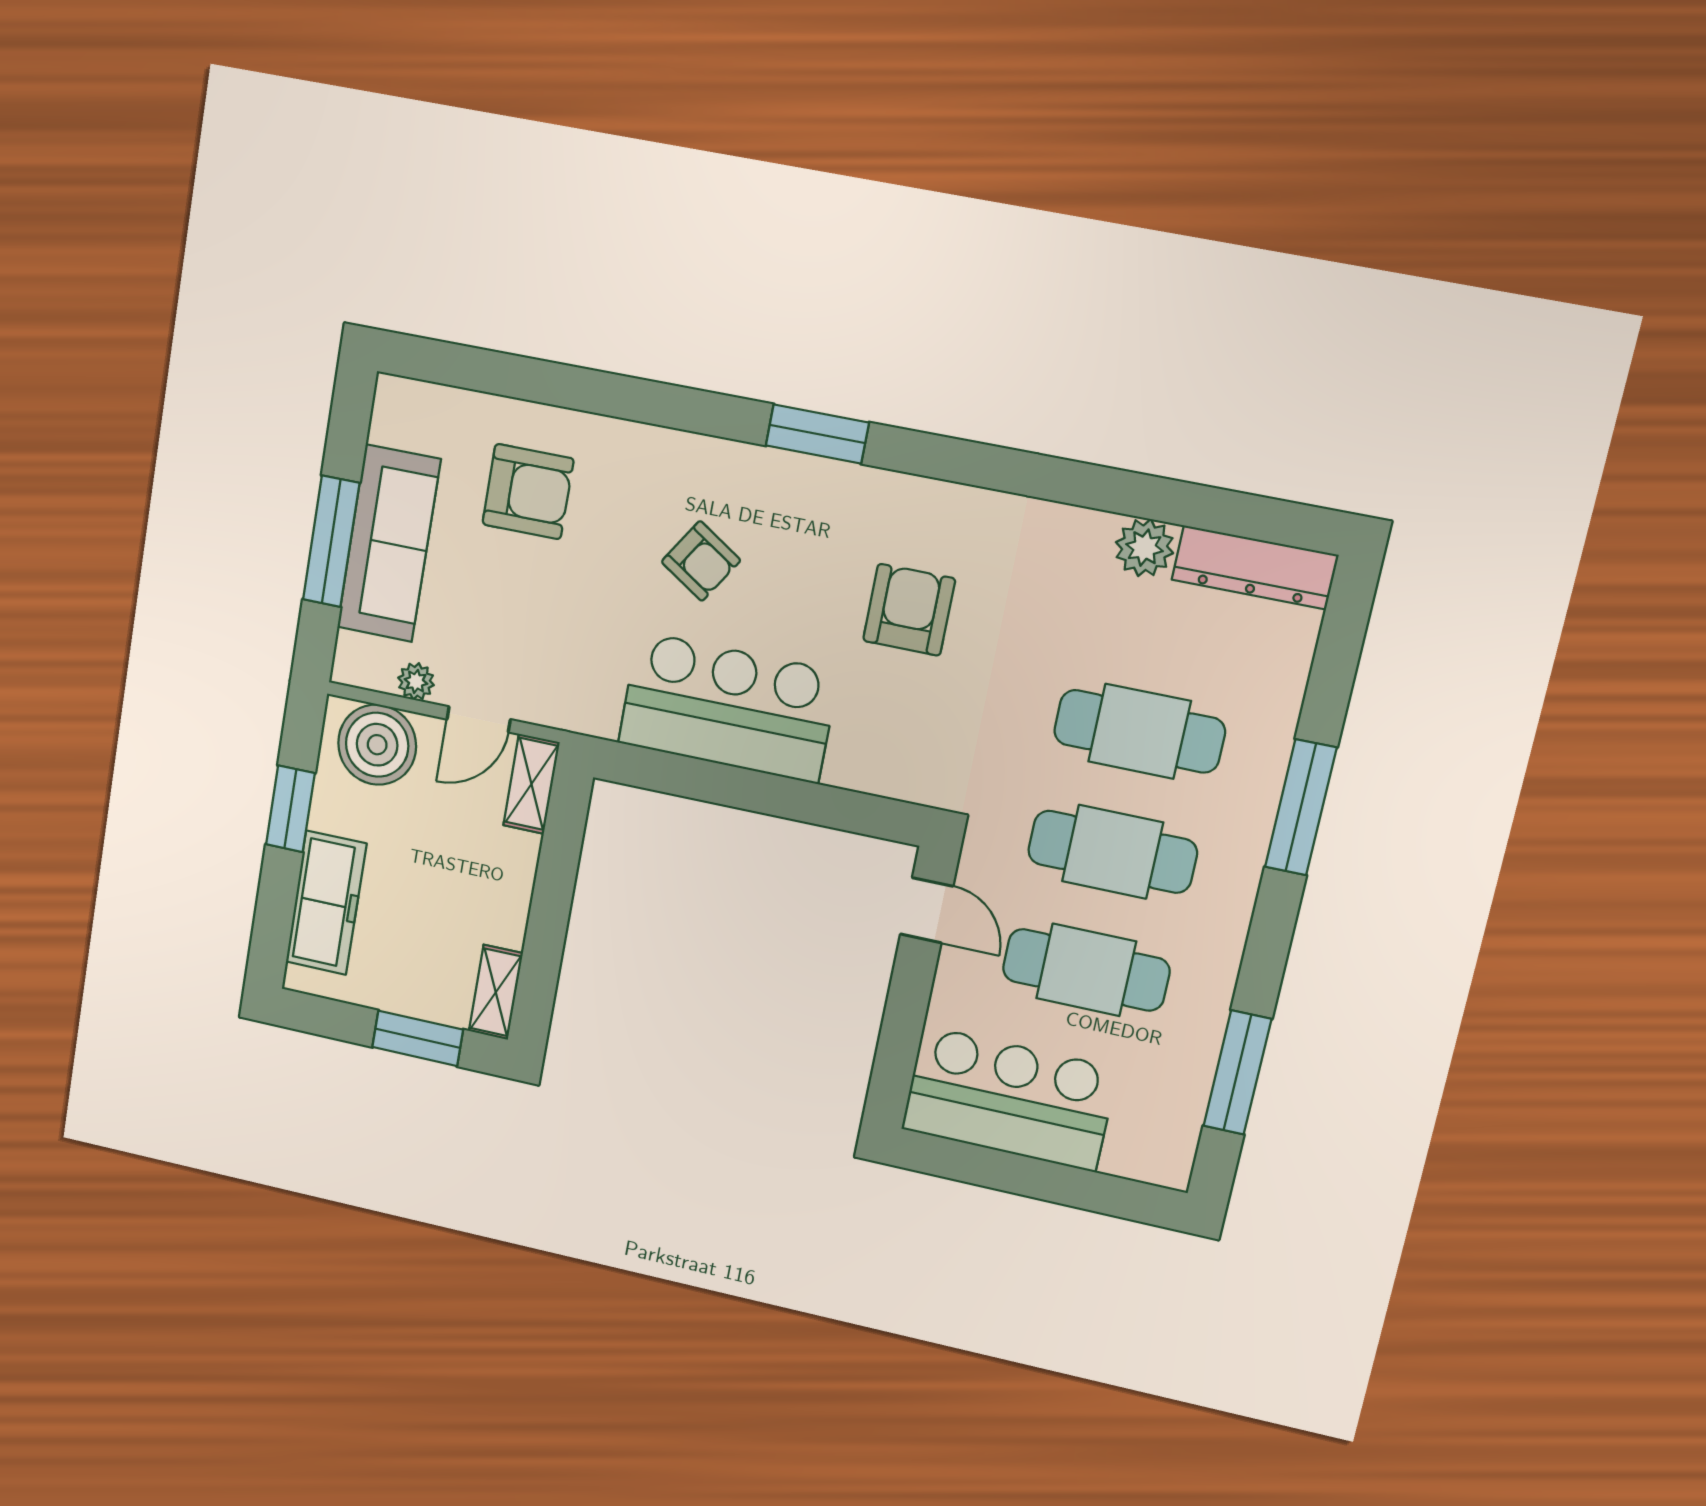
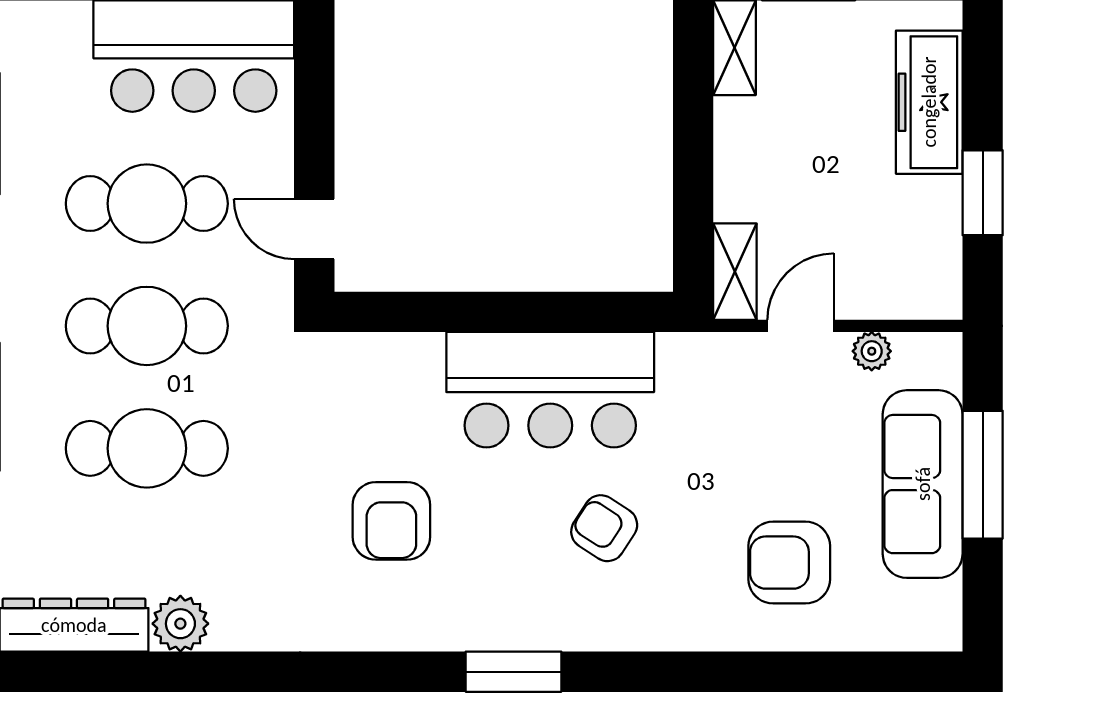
boiler: (377, 745) -> (902, 278), removed

